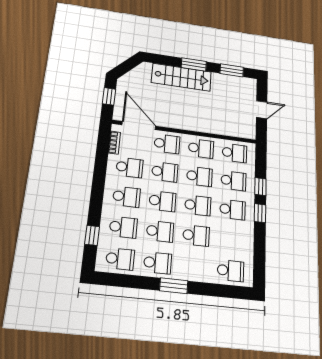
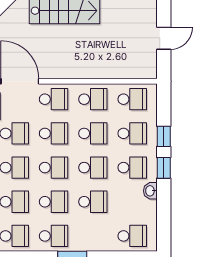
washbasin: (248, 232) -> (150, 191), added

